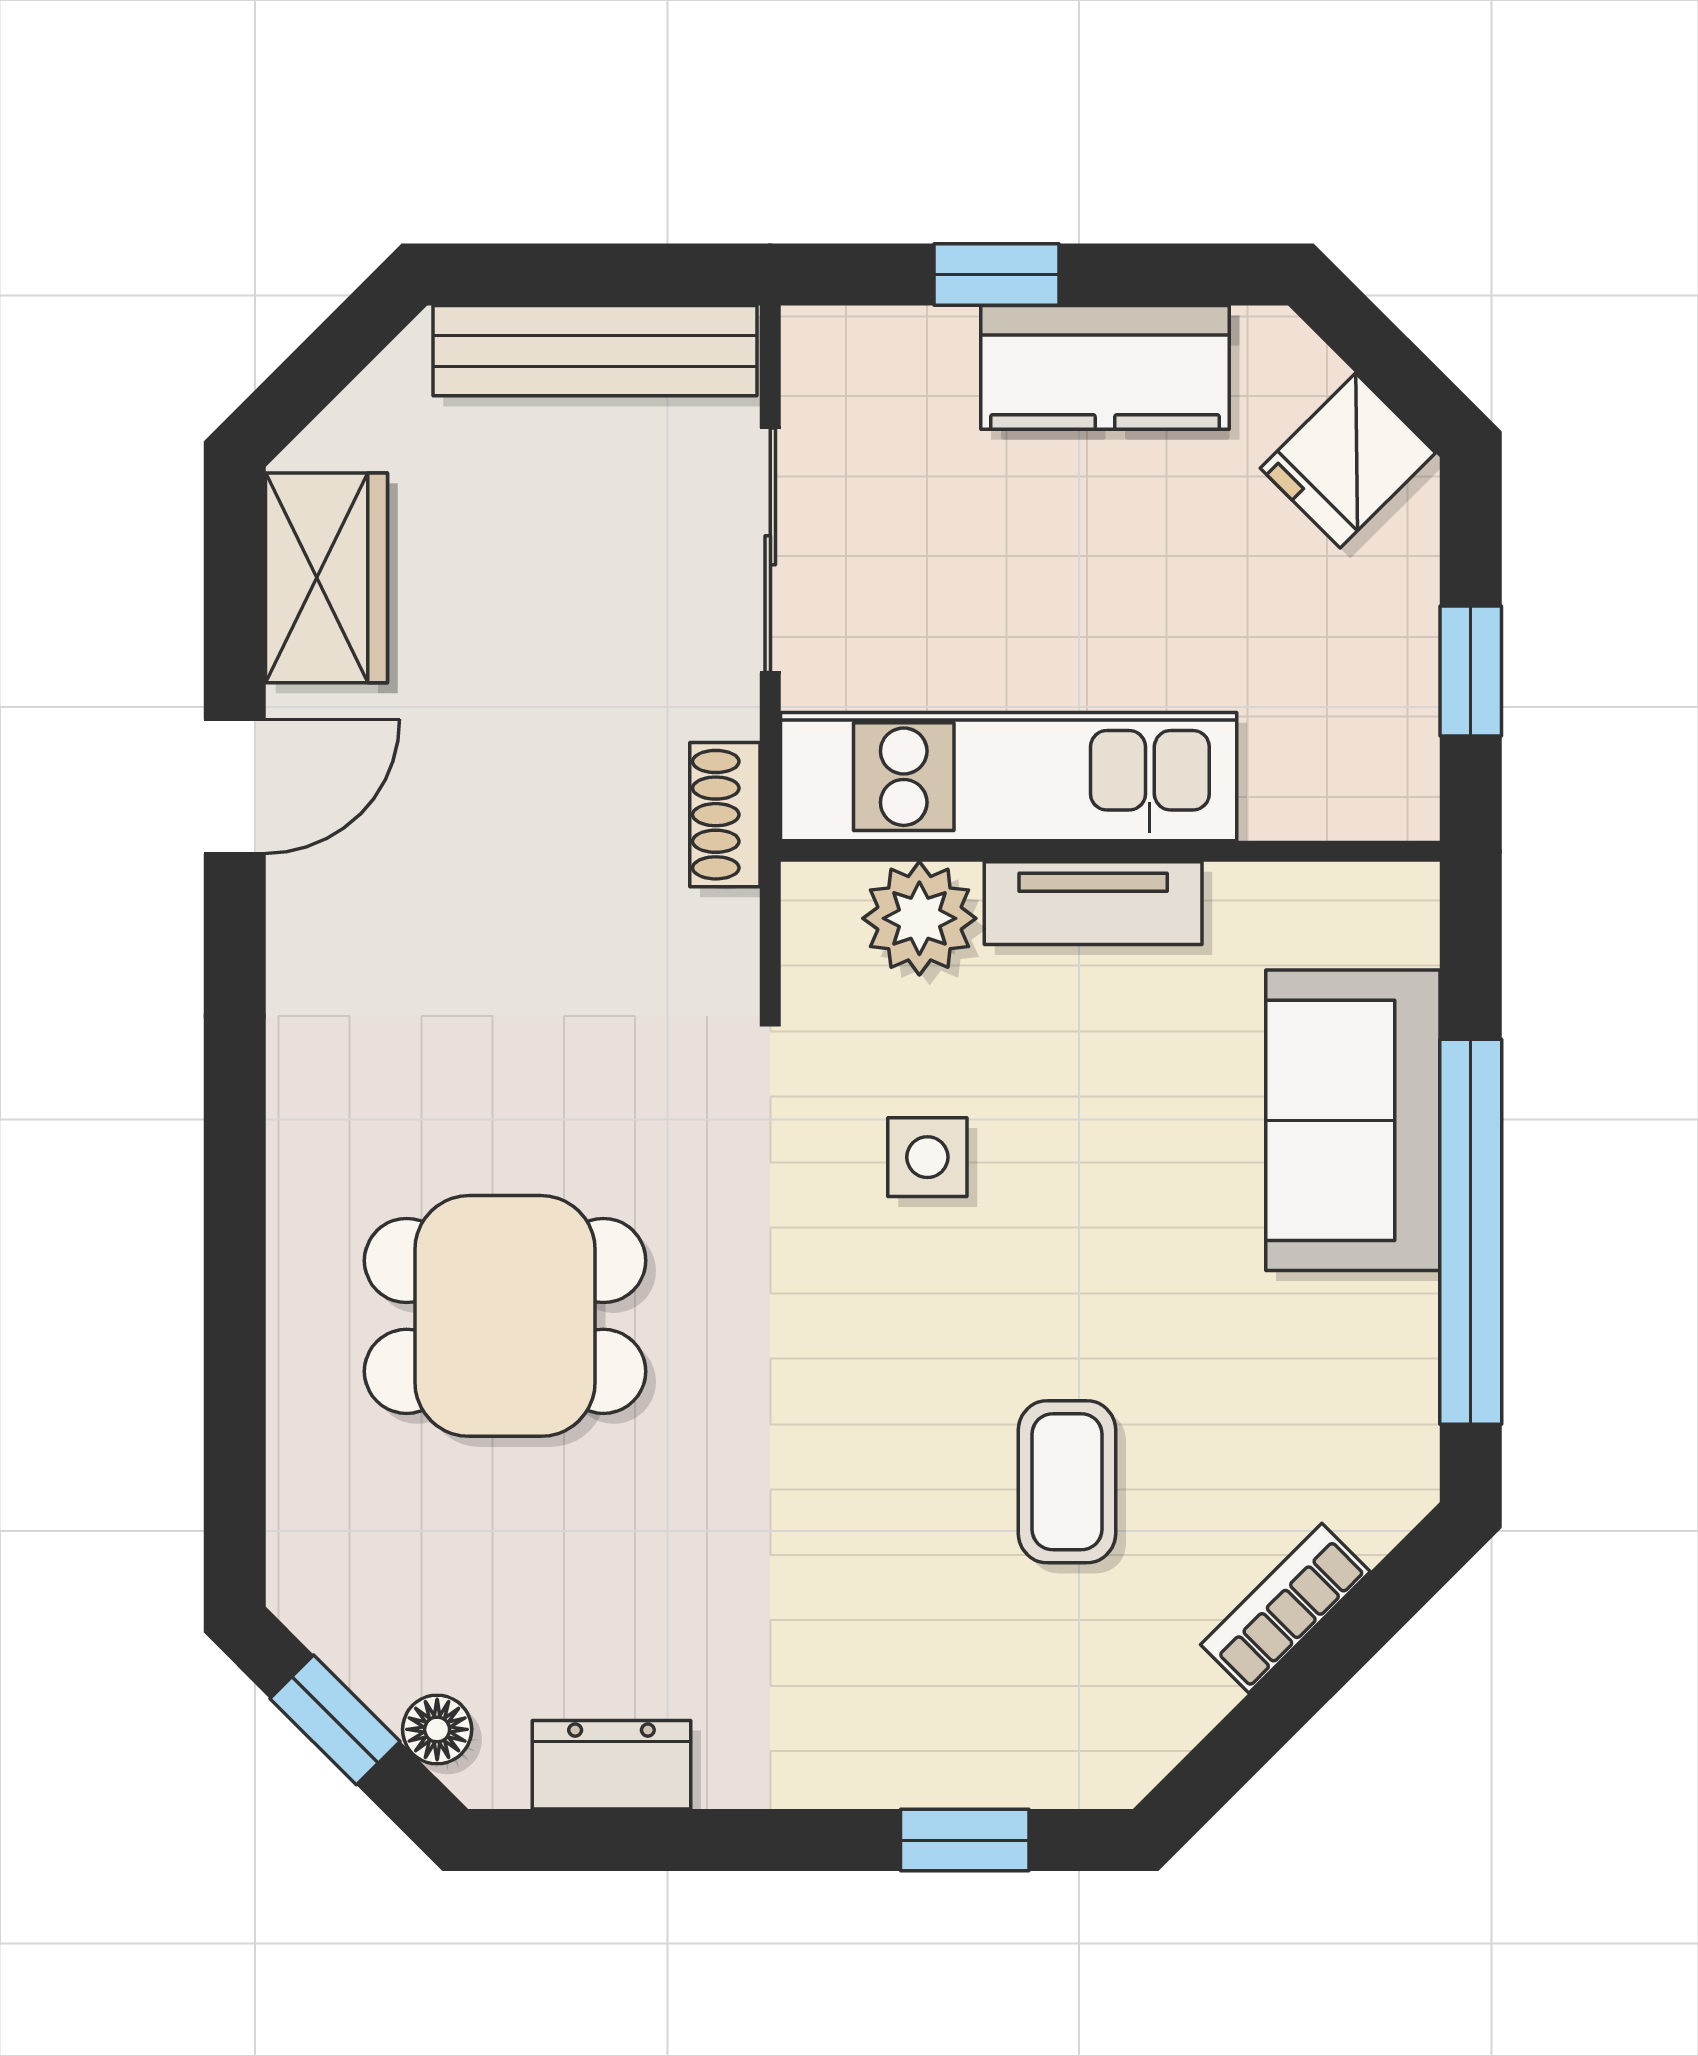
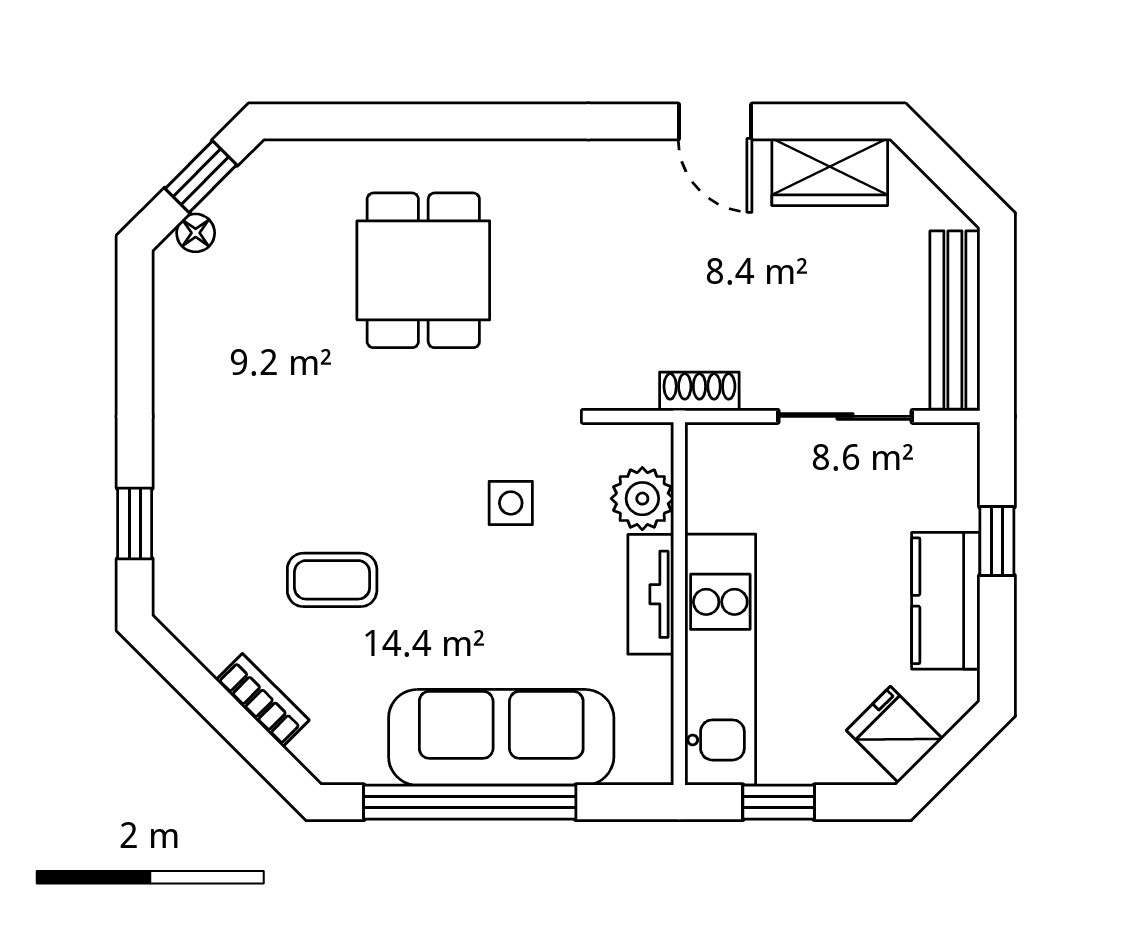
kitchen unit: (1009, 777) -> (720, 660), moved
sofa: (1353, 1120) -> (501, 737), width x1.36
dresser: (611, 1765) -> (176, 329), removed

